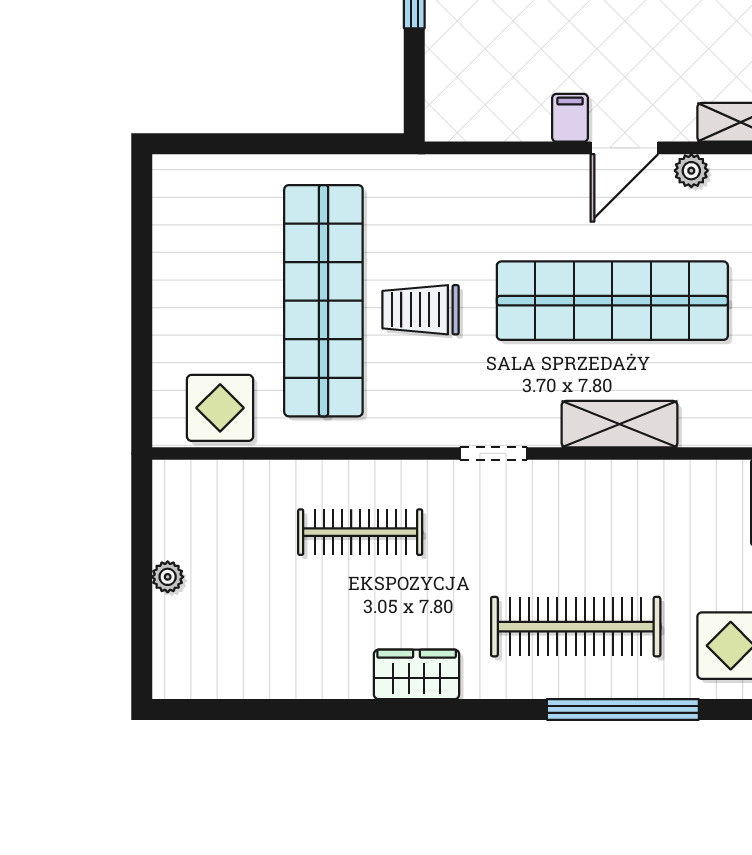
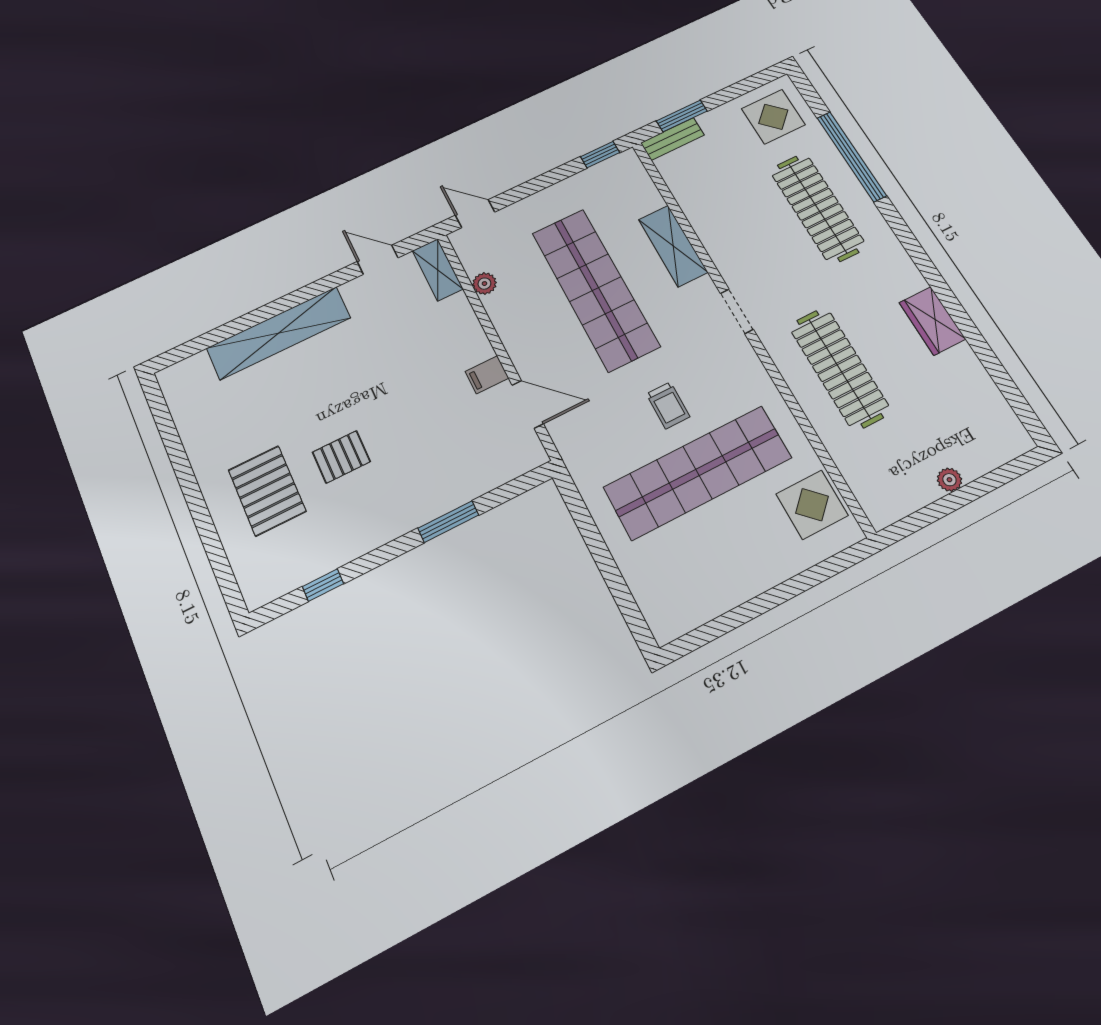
door: (624, 148) -> (528, 404), moved
trolley: (421, 310) -> (668, 405), width x0.73, depth x0.72
clothes rail: (360, 532) -> (840, 368), width x1.37, depth x1.31
wardrobe: (417, 674) -> (932, 321), moved

